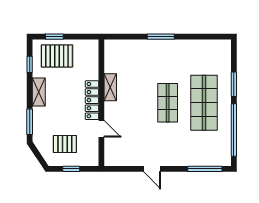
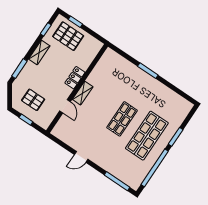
shelving: (110, 87) -> (83, 93), moved
locker: (92, 100) -> (75, 78), width x0.66
door: (152, 169) -> (81, 157), hinge flipped

